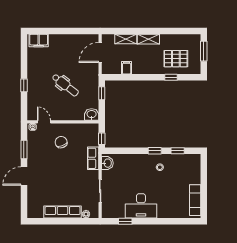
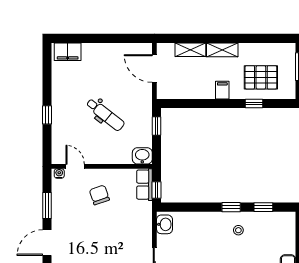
door: (100, 52) -> (154, 69), hinge flipped
filing cabinet: (127, 68) -> (222, 90), moved
row of seats: (93, 158) -> (144, 185), moved

